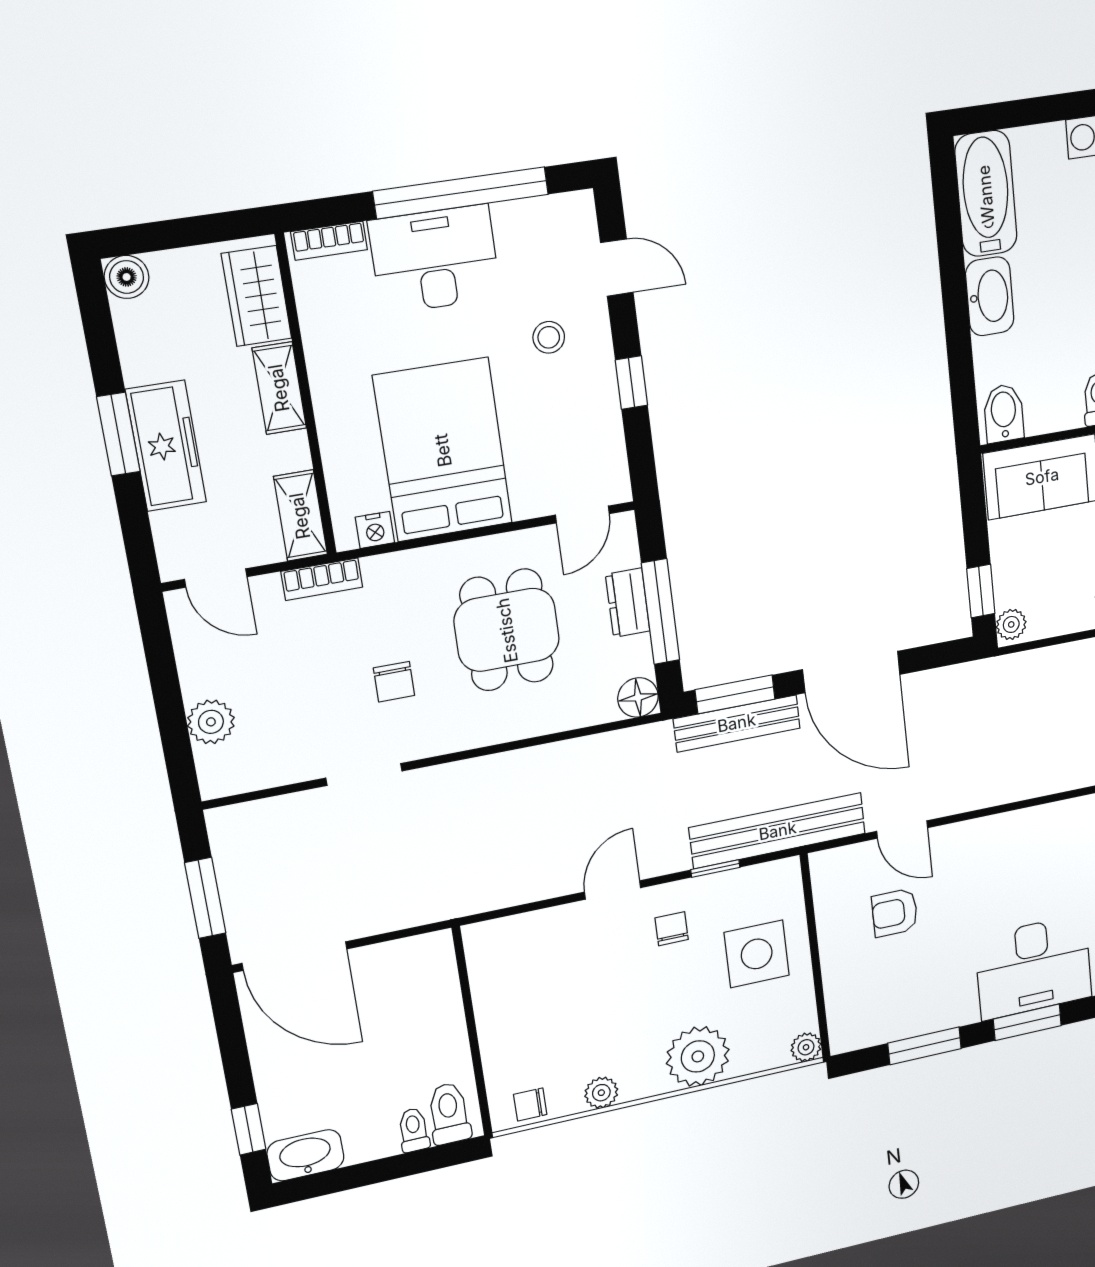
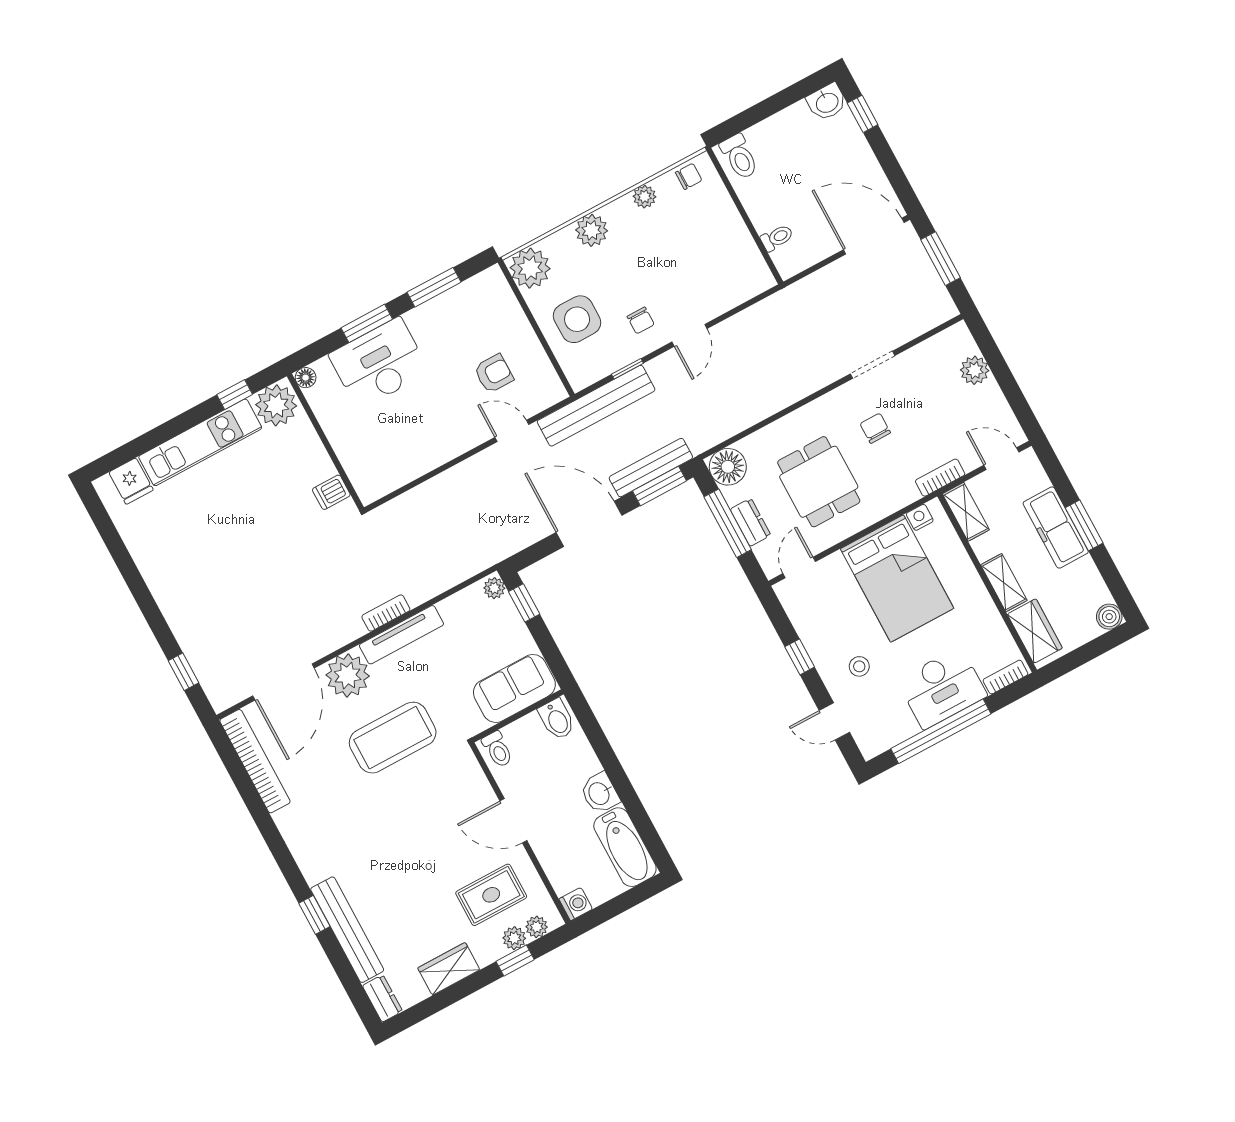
washbasin: (990, 296) -> (600, 793), width x0.72
floor lamp: (638, 697) -> (728, 467), width x1.38, depth x1.38
plant: (806, 1047) -> (530, 268), width x1.88, depth x1.88
plant: (698, 1056) -> (592, 230), width x0.73, depth x0.73
toilet: (414, 1130) -> (777, 238), moved, turned -90
washbasin: (305, 1155) -> (827, 102), width x0.72

